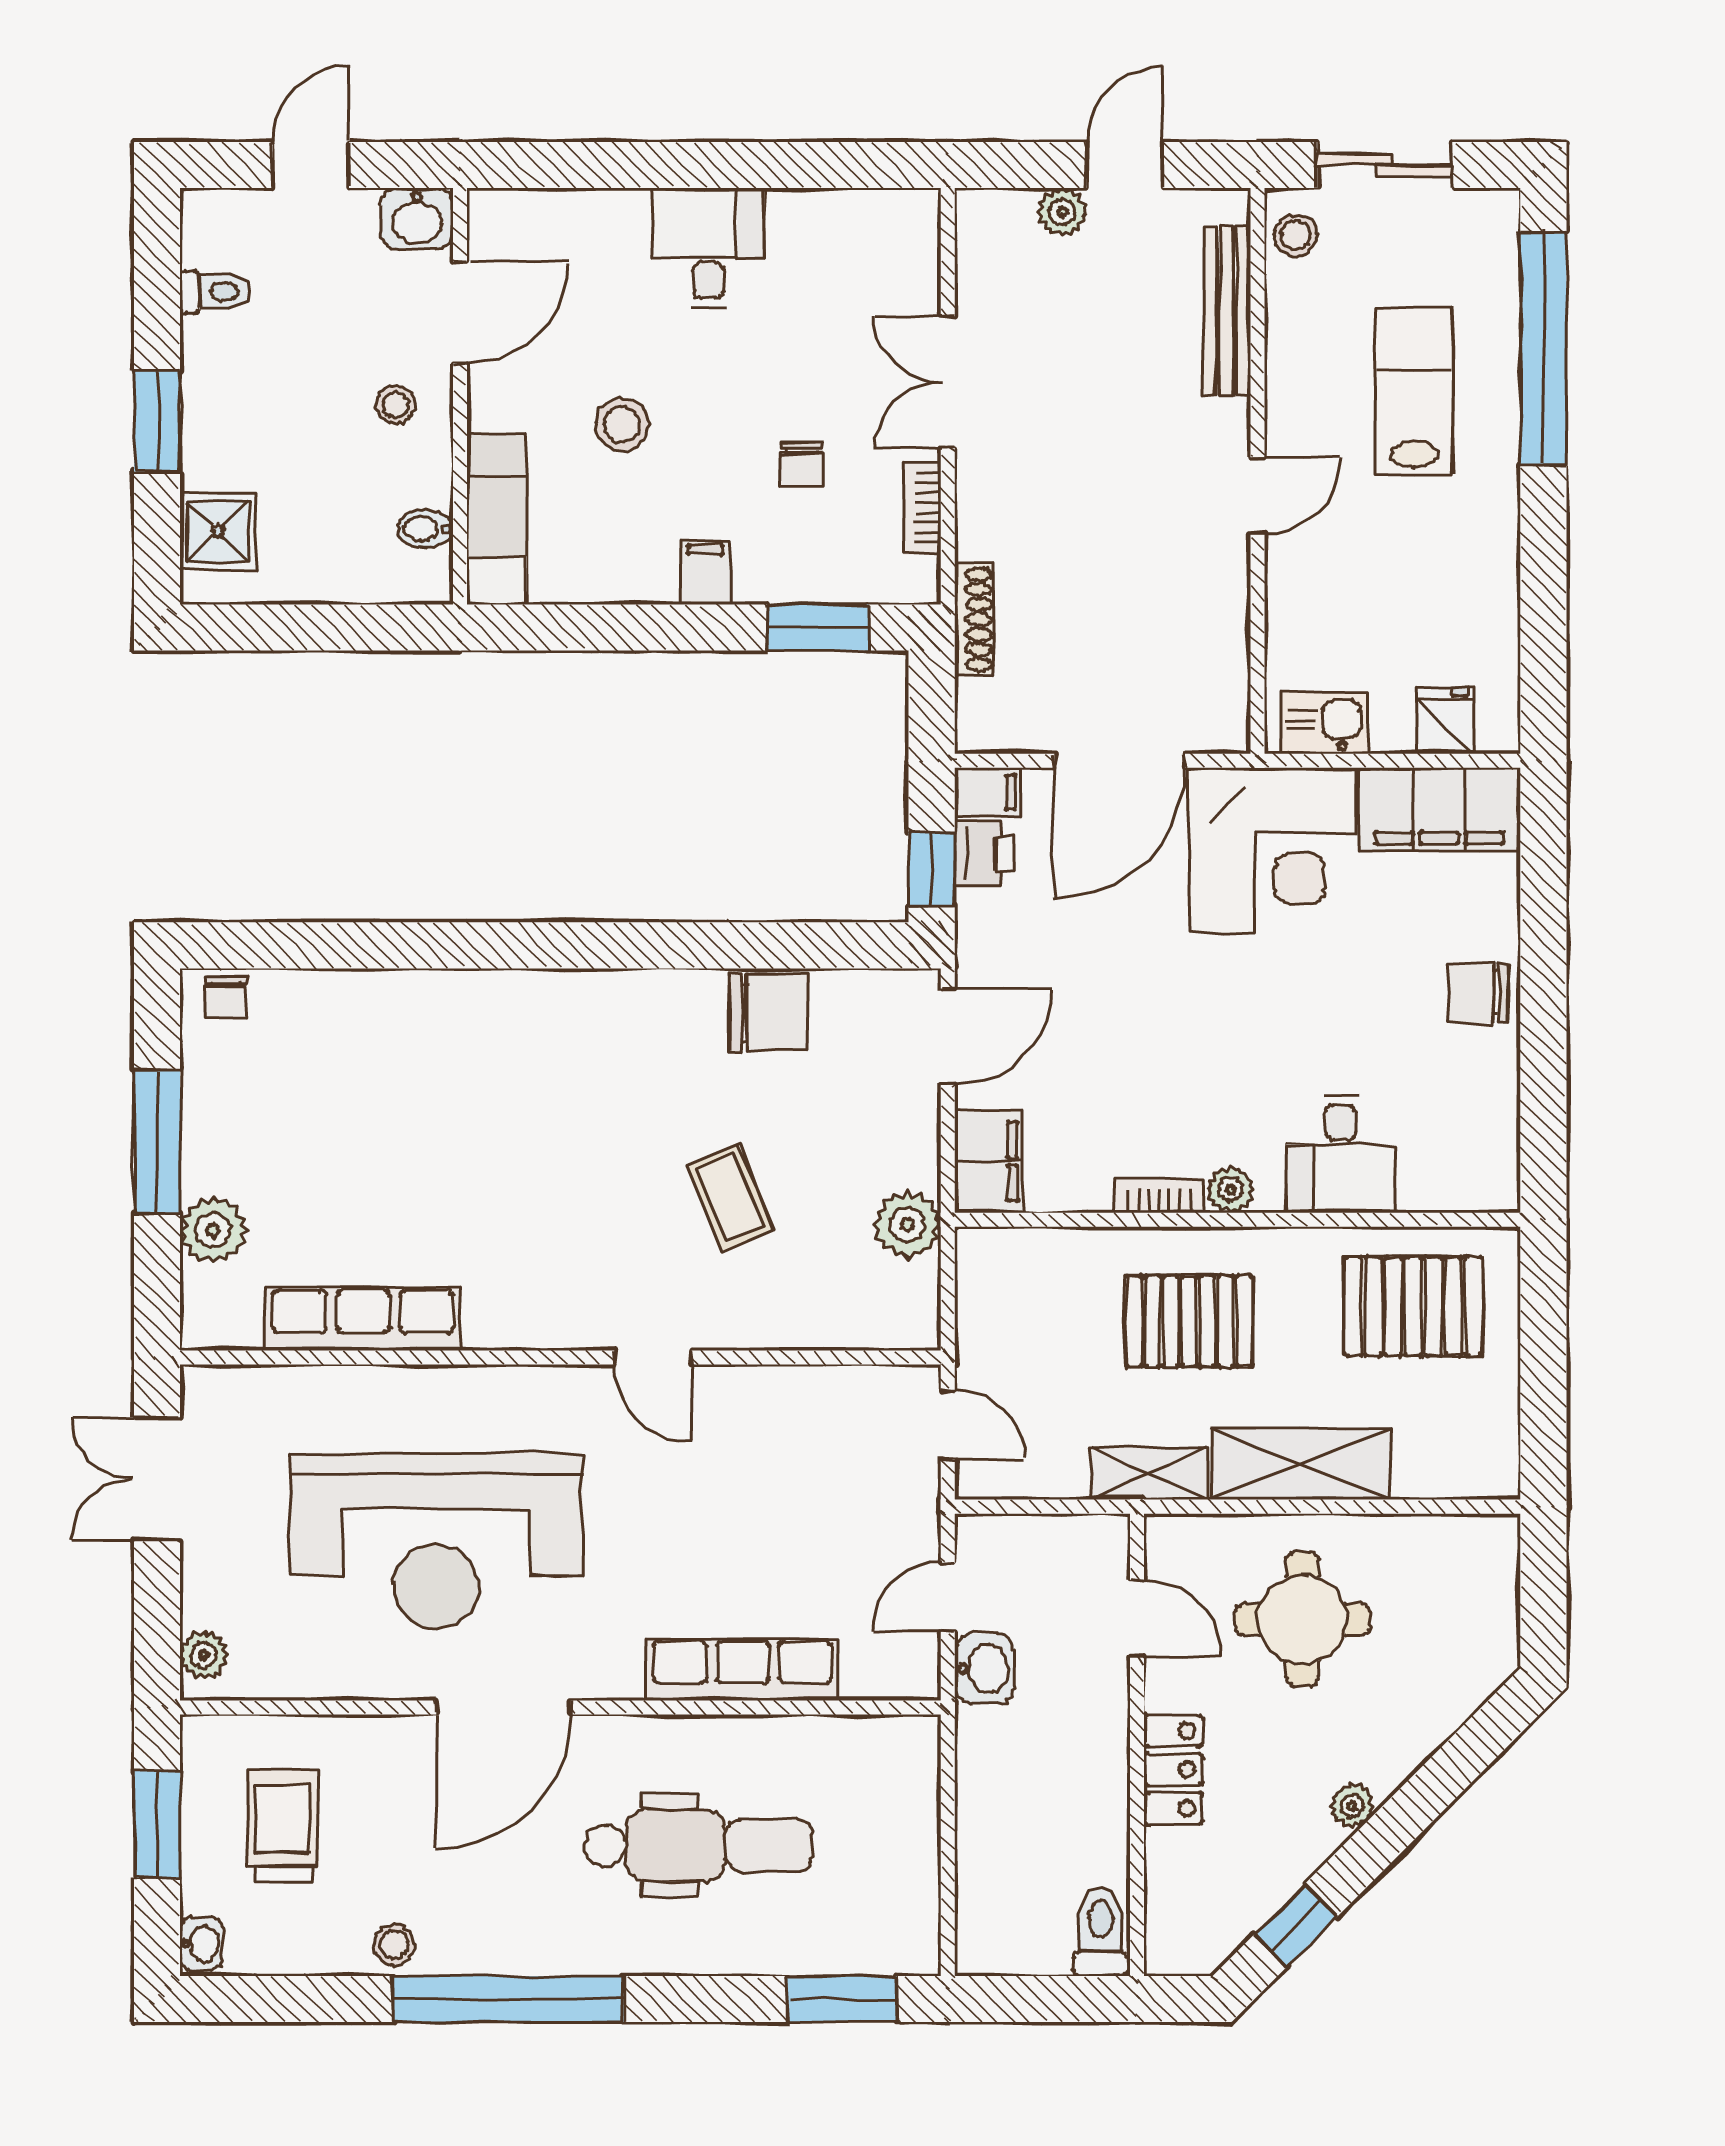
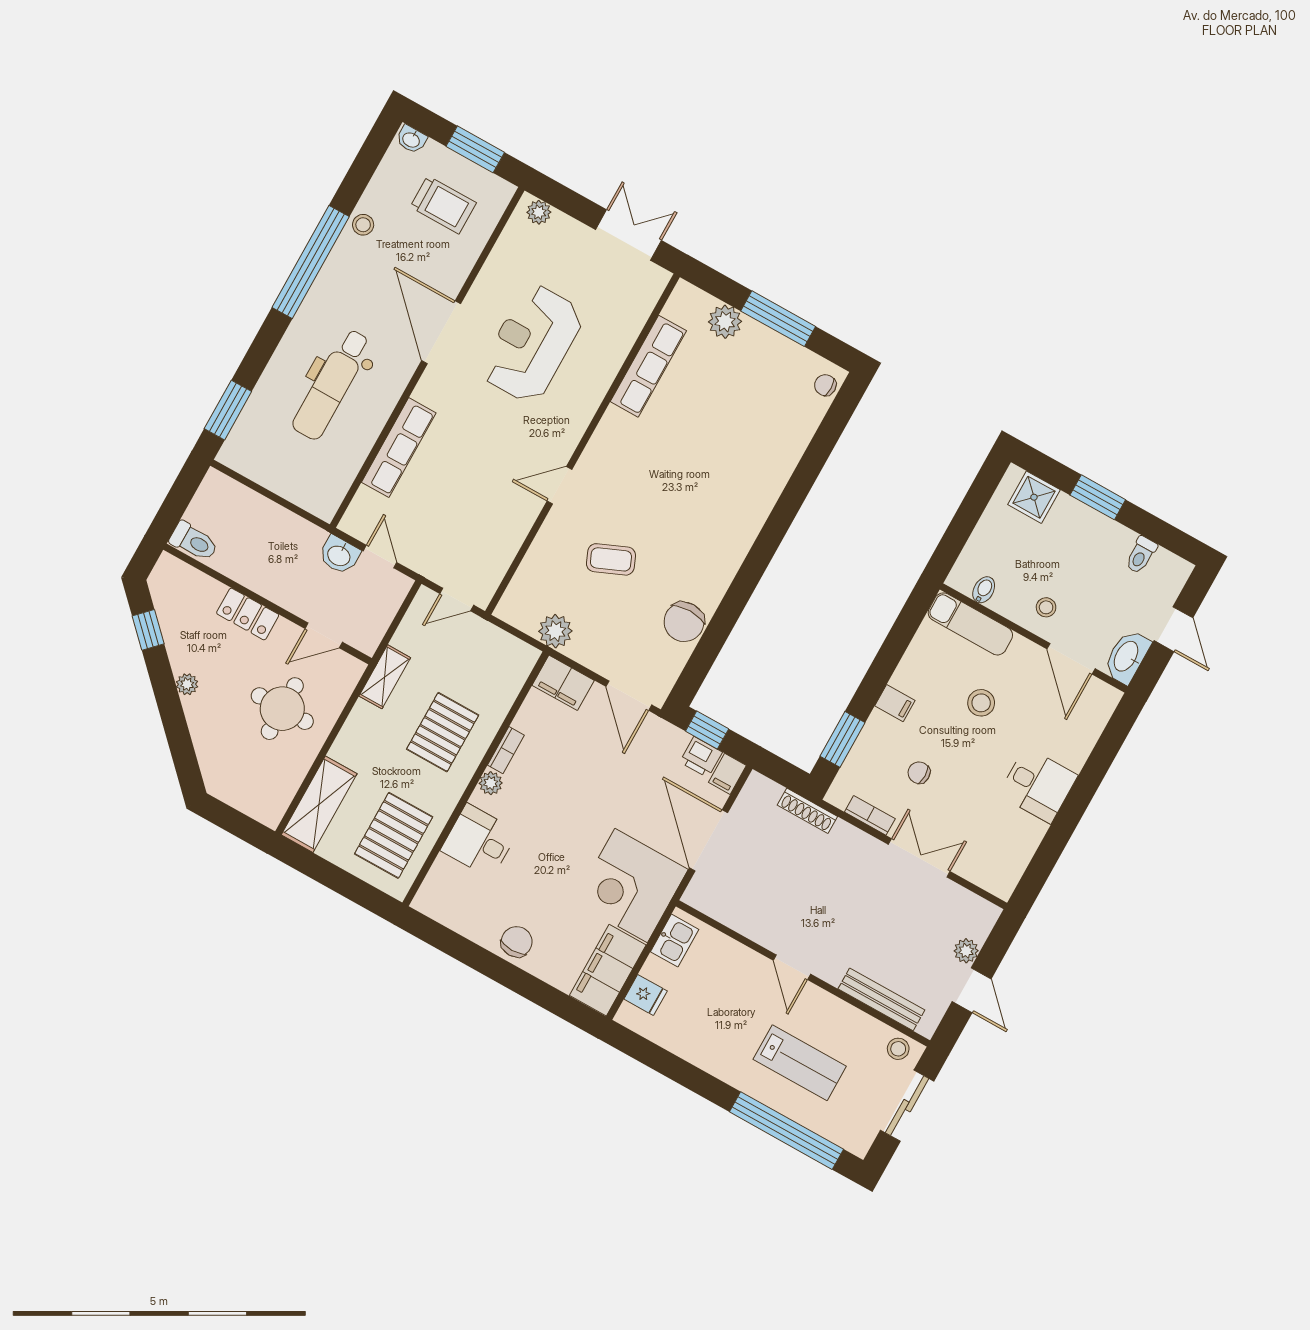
washbasin: (417, 219) -> (1127, 657), width x1.38
shelving: (1301, 1464) -> (319, 804), moved
reception desk: (436, 1541) -> (532, 344), width x0.74, depth x0.77

